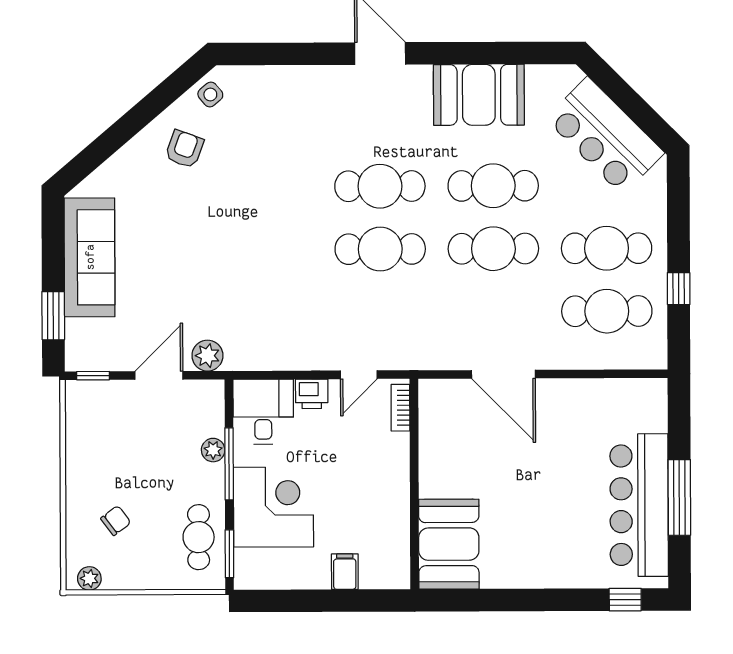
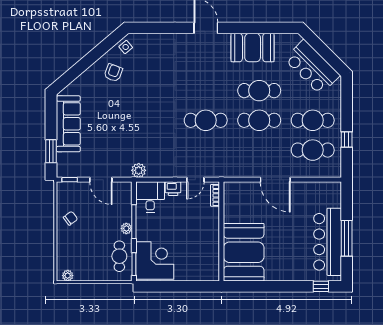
cafe table: (380, 186) -> (206, 91), removed
plant: (207, 356) -> (139, 170), moved
door: (503, 374) -> (275, 180), moved
door: (159, 375) -> (101, 180), swing flipped
plant: (213, 450) -> (126, 228), moved
corner desk: (273, 507) -> (155, 260), moved
chair: (116, 521) -> (70, 218), moved
booth: (449, 544) -> (244, 252), width x1.36, depth x1.42
filing cabinet: (345, 572) -> (188, 273), removed

